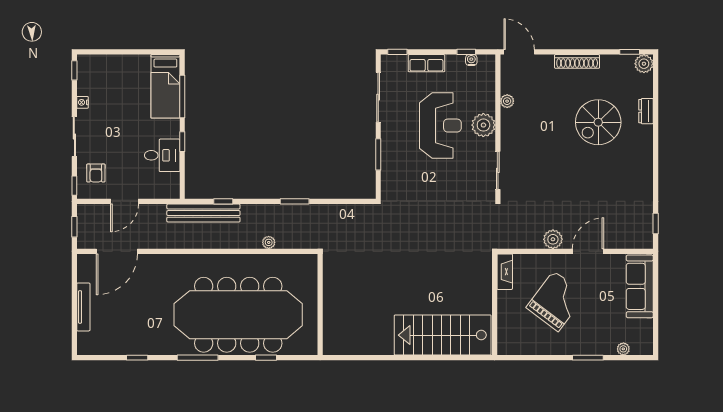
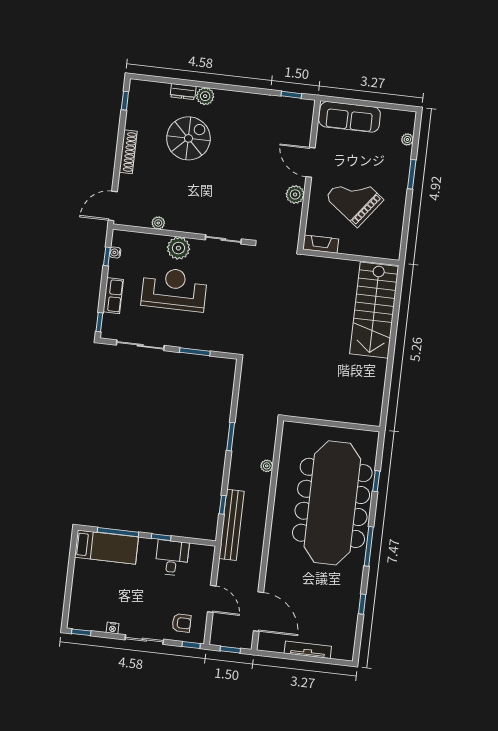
plant: (644, 64) -> (205, 96), moved
spiral stairs: (598, 122) -> (188, 138), turned -90

